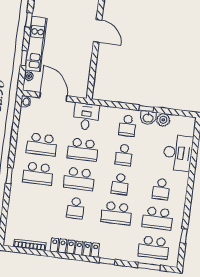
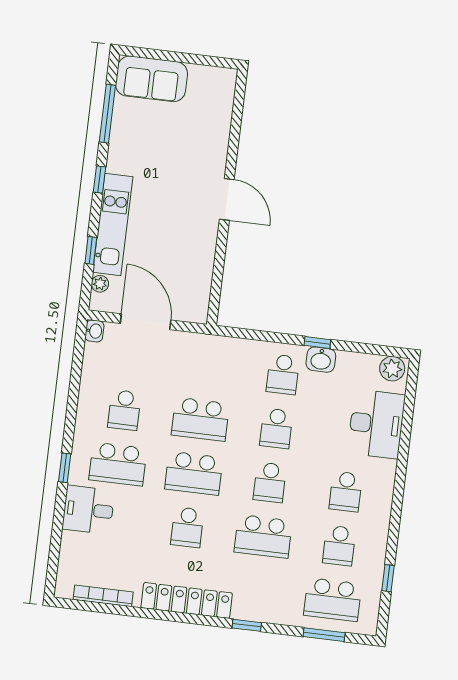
desk: (86, 117) -> (88, 510), moved, turned -90
plant: (163, 120) -> (392, 369), moved
school desk: (42, 144) -> (124, 410), width x0.54
school desk: (157, 218) -> (339, 546), width x0.54

